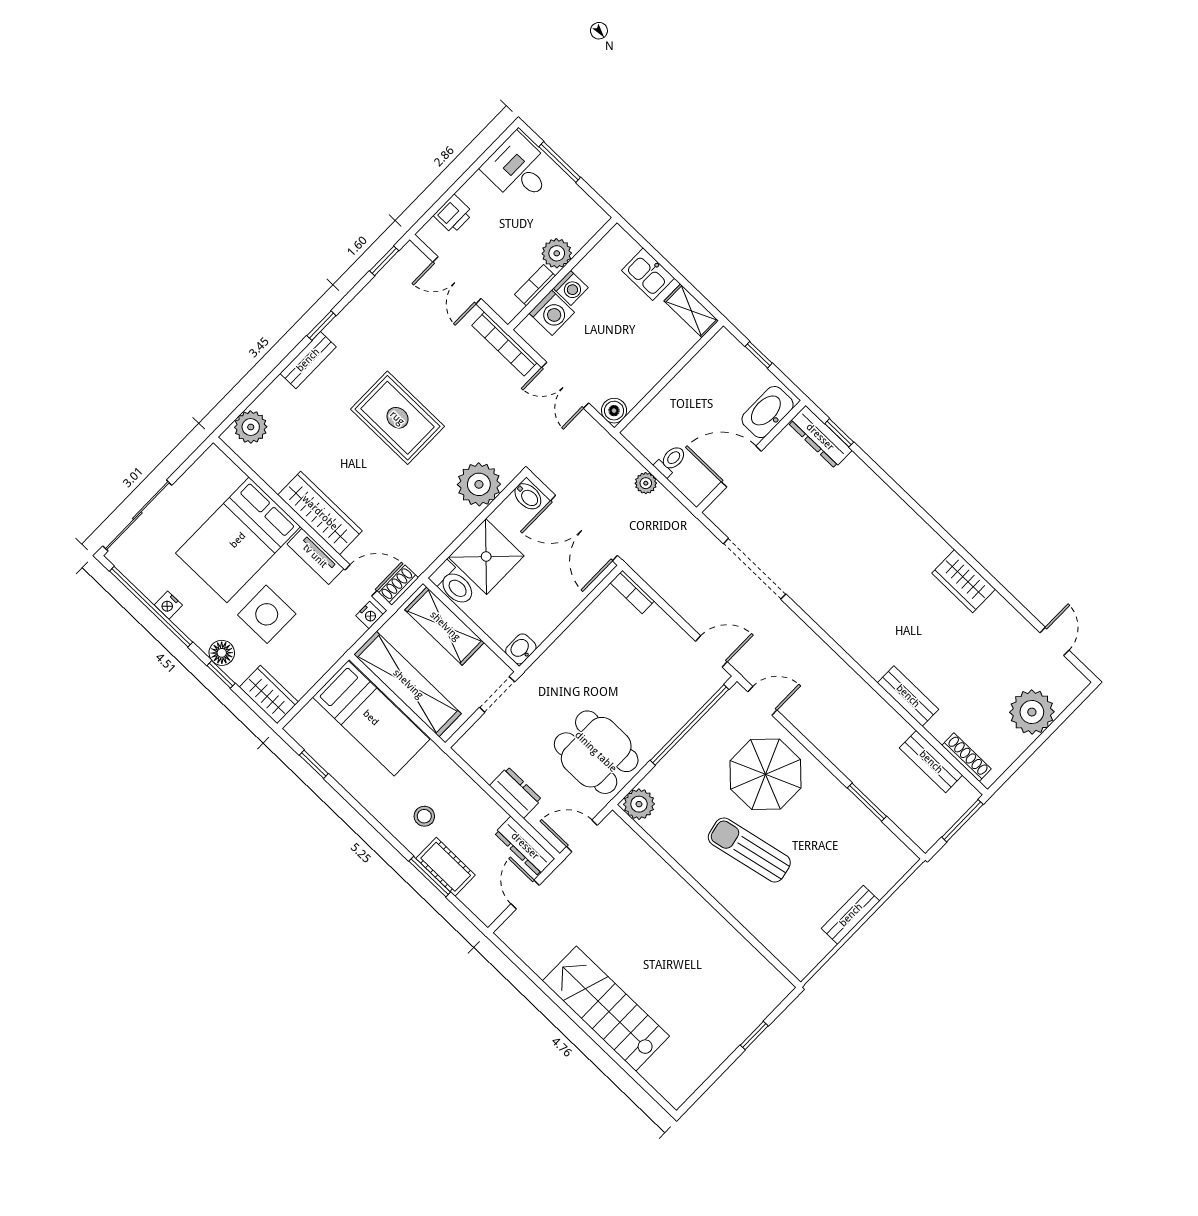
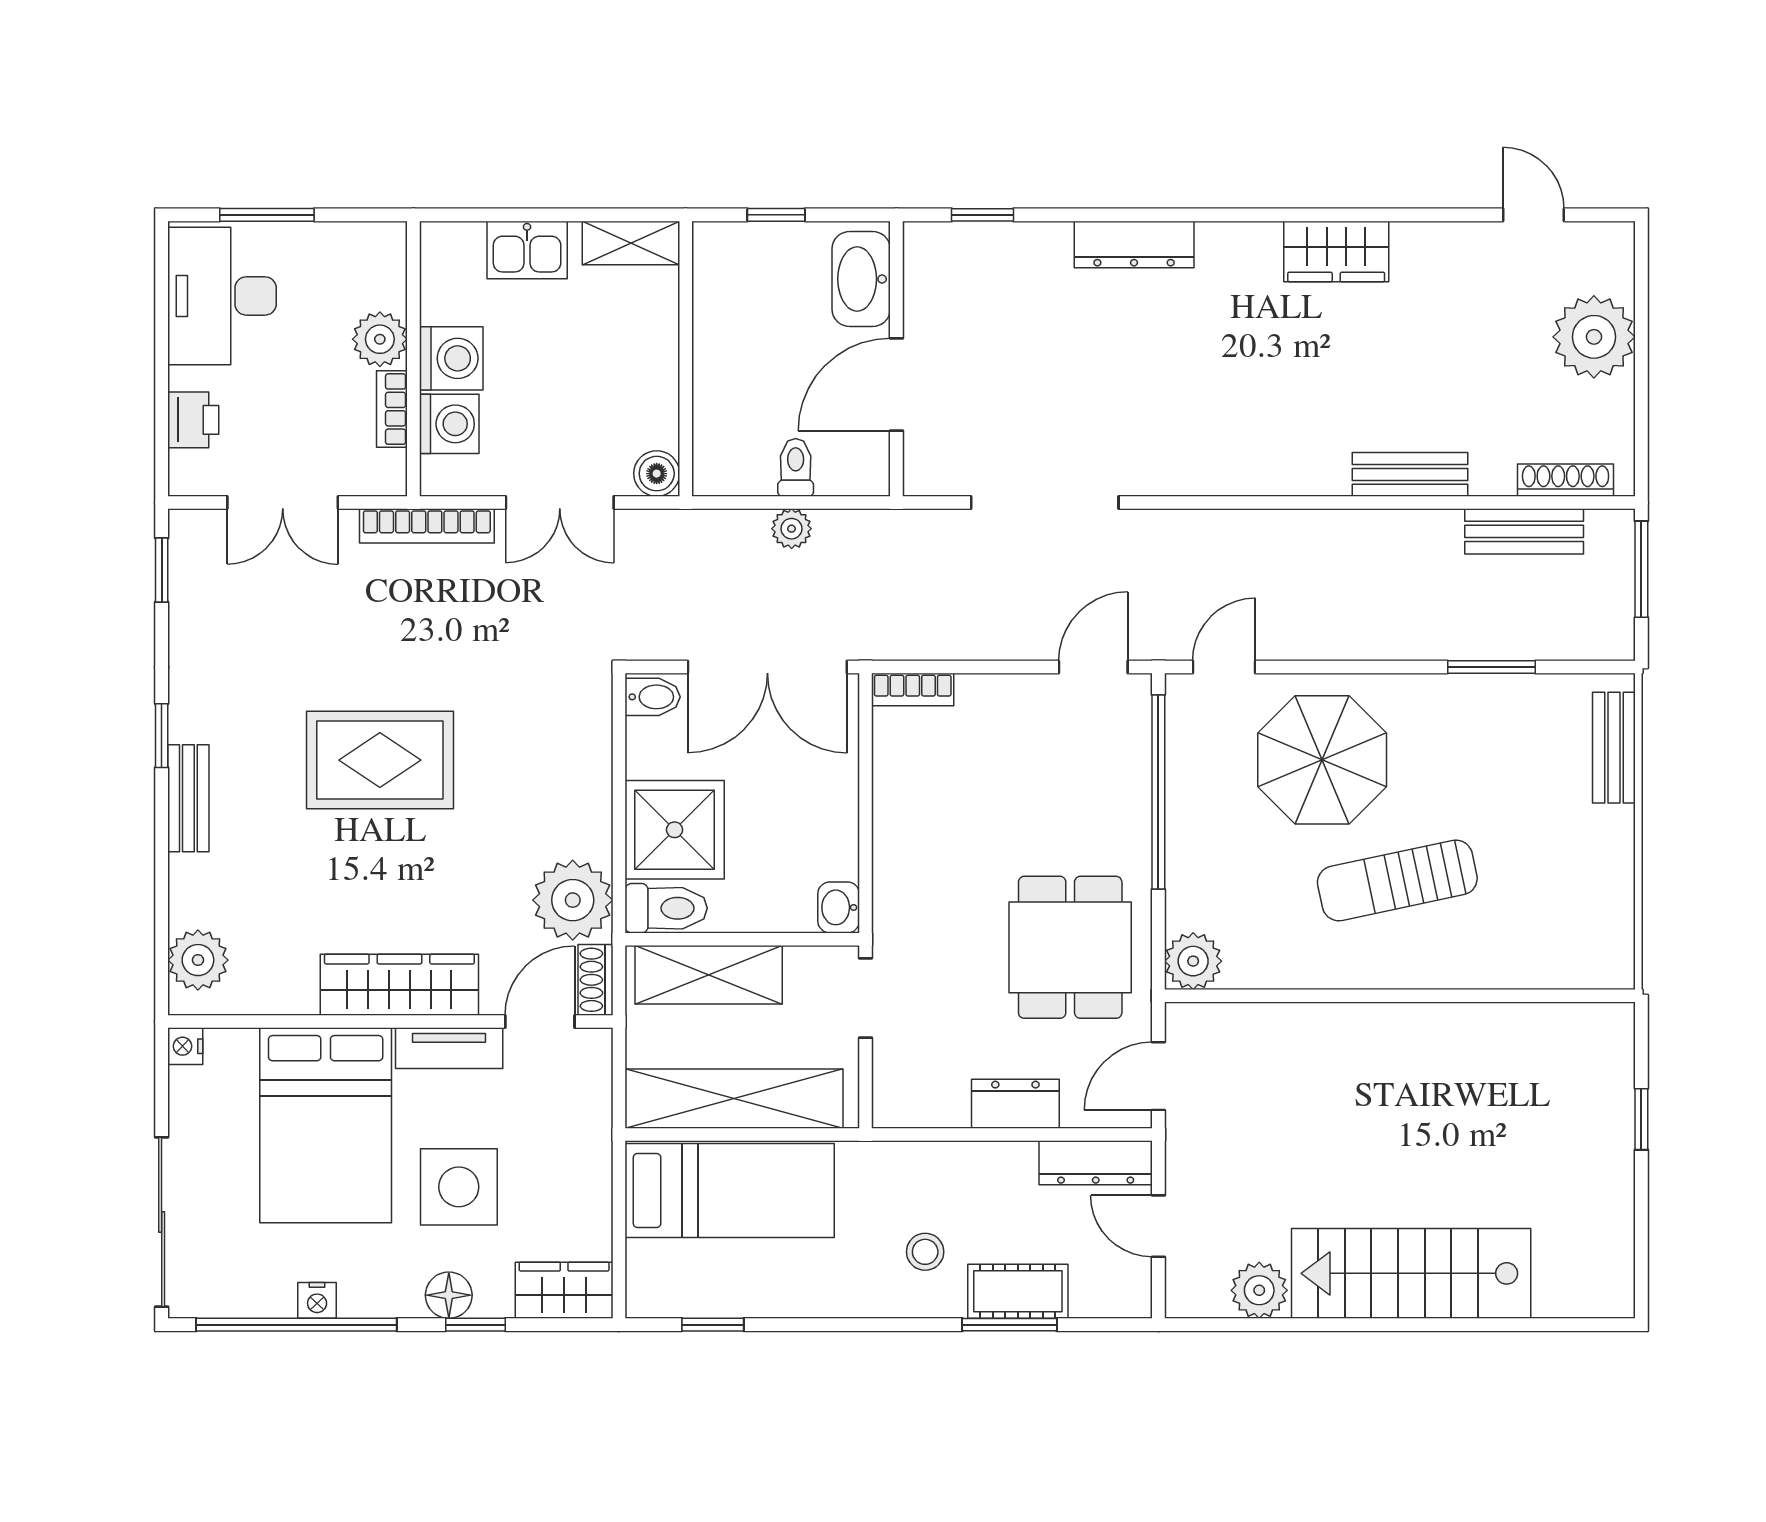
desk: (519, 169) -> (222, 296), width x1.37
washing machine: (571, 288) -> (451, 358), width x1.38, depth x1.38
dresser: (820, 437) -> (1134, 244), moved
plant: (479, 484) -> (573, 900), moved
nightstand: (369, 615) -> (185, 1046), moved, turned 180
dining table: (596, 752) -> (1070, 947), turned 90
bench: (851, 915) -> (1614, 748), moved
plant: (540, 958) -> (1259, 1290), added

